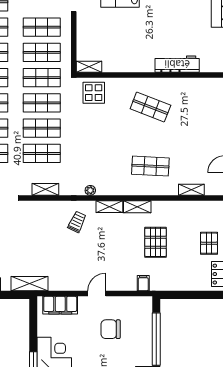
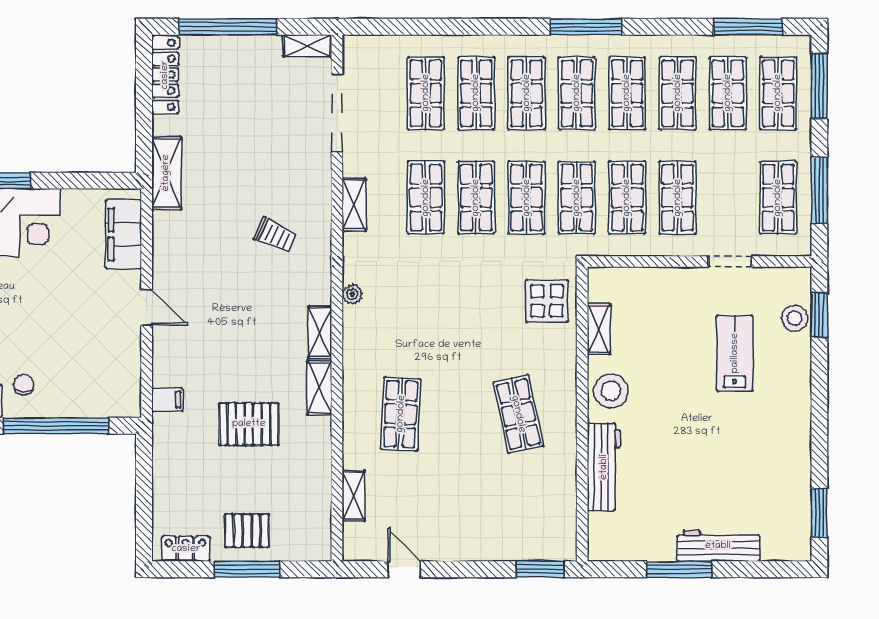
stool: (139, 60) -> (611, 391), added
shelving: (89, 67) -> (599, 329), moved
shop shelf: (150, 107) -> (518, 414), turned -33
trolley: (77, 222) -> (275, 235), moved
chair: (111, 329) -> (24, 385), moved, width x0.54, depth x0.54

